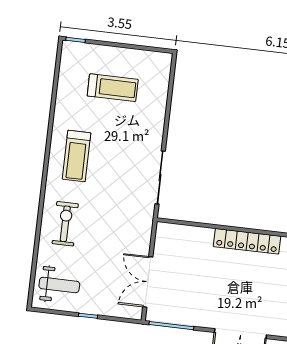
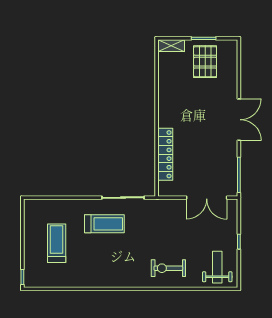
treadmill: (77, 156) -> (104, 224), moved
locker: (247, 241) -> (165, 154), moved

